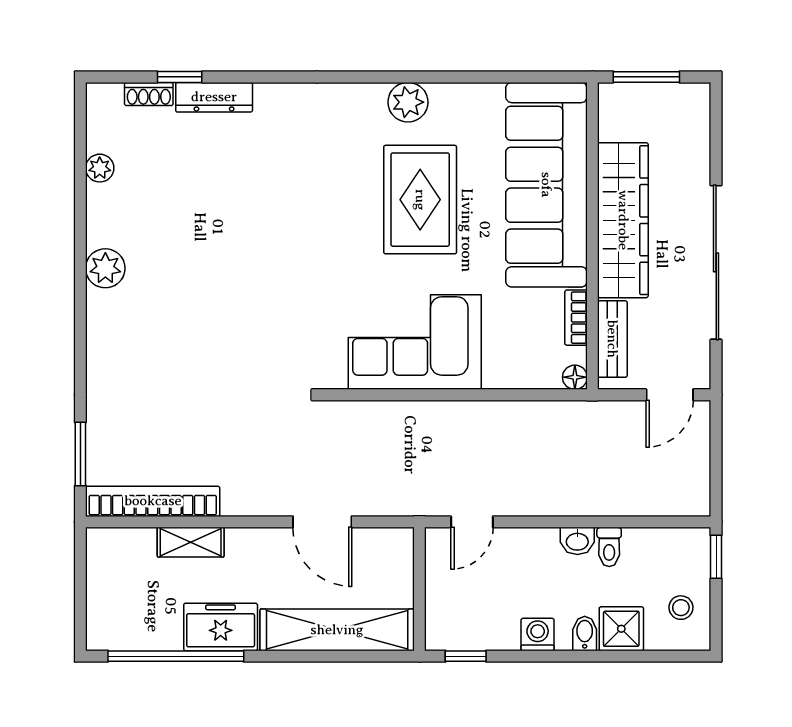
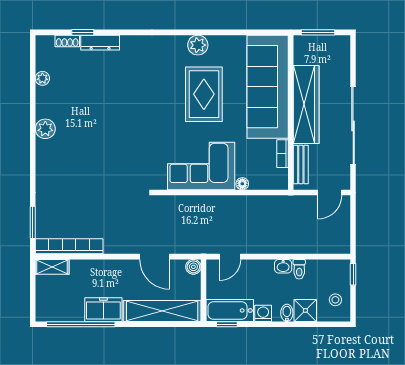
floor lamp: (575, 377) -> (242, 184), moved
shelving: (191, 542) -> (52, 267), moved
boiler: (399, 542) -> (193, 267), added
bathtub: (472, 629) -> (230, 310), added

